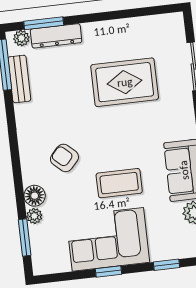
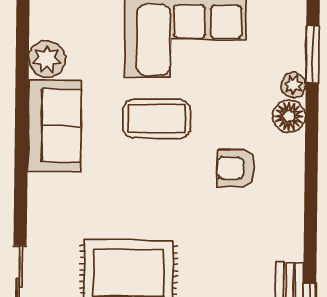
armchair: (64, 158) -> (236, 168), turned 138

